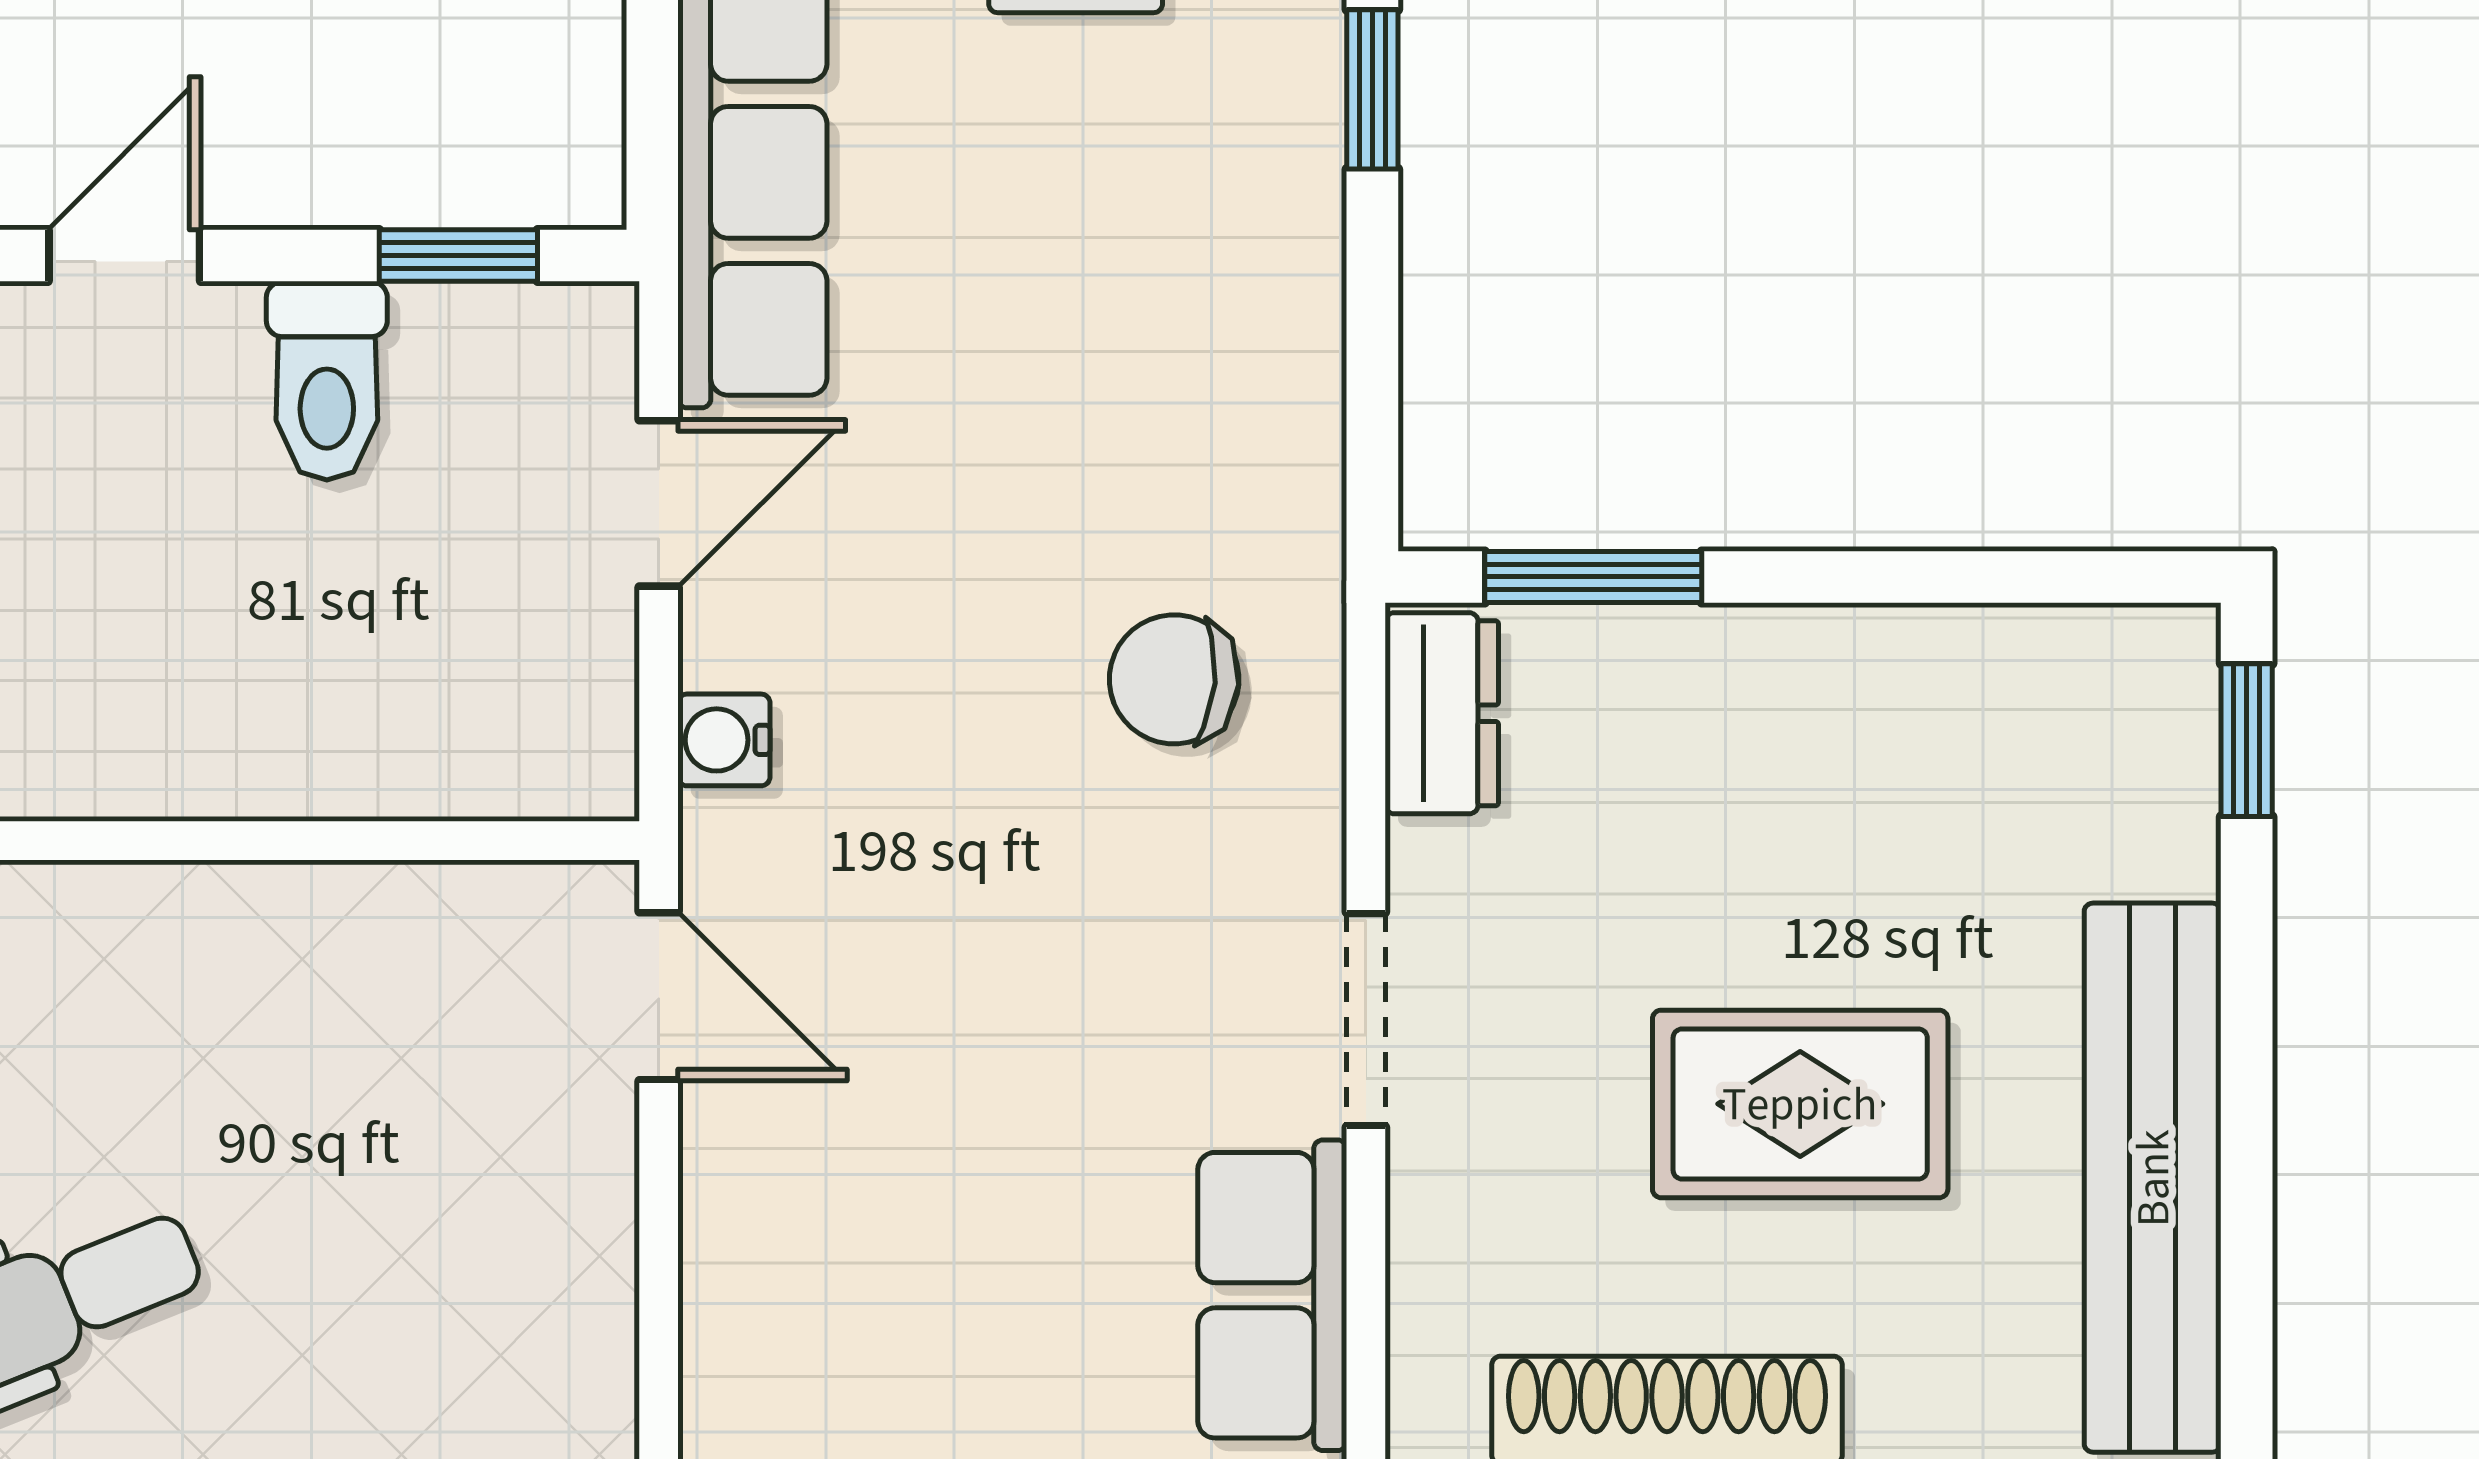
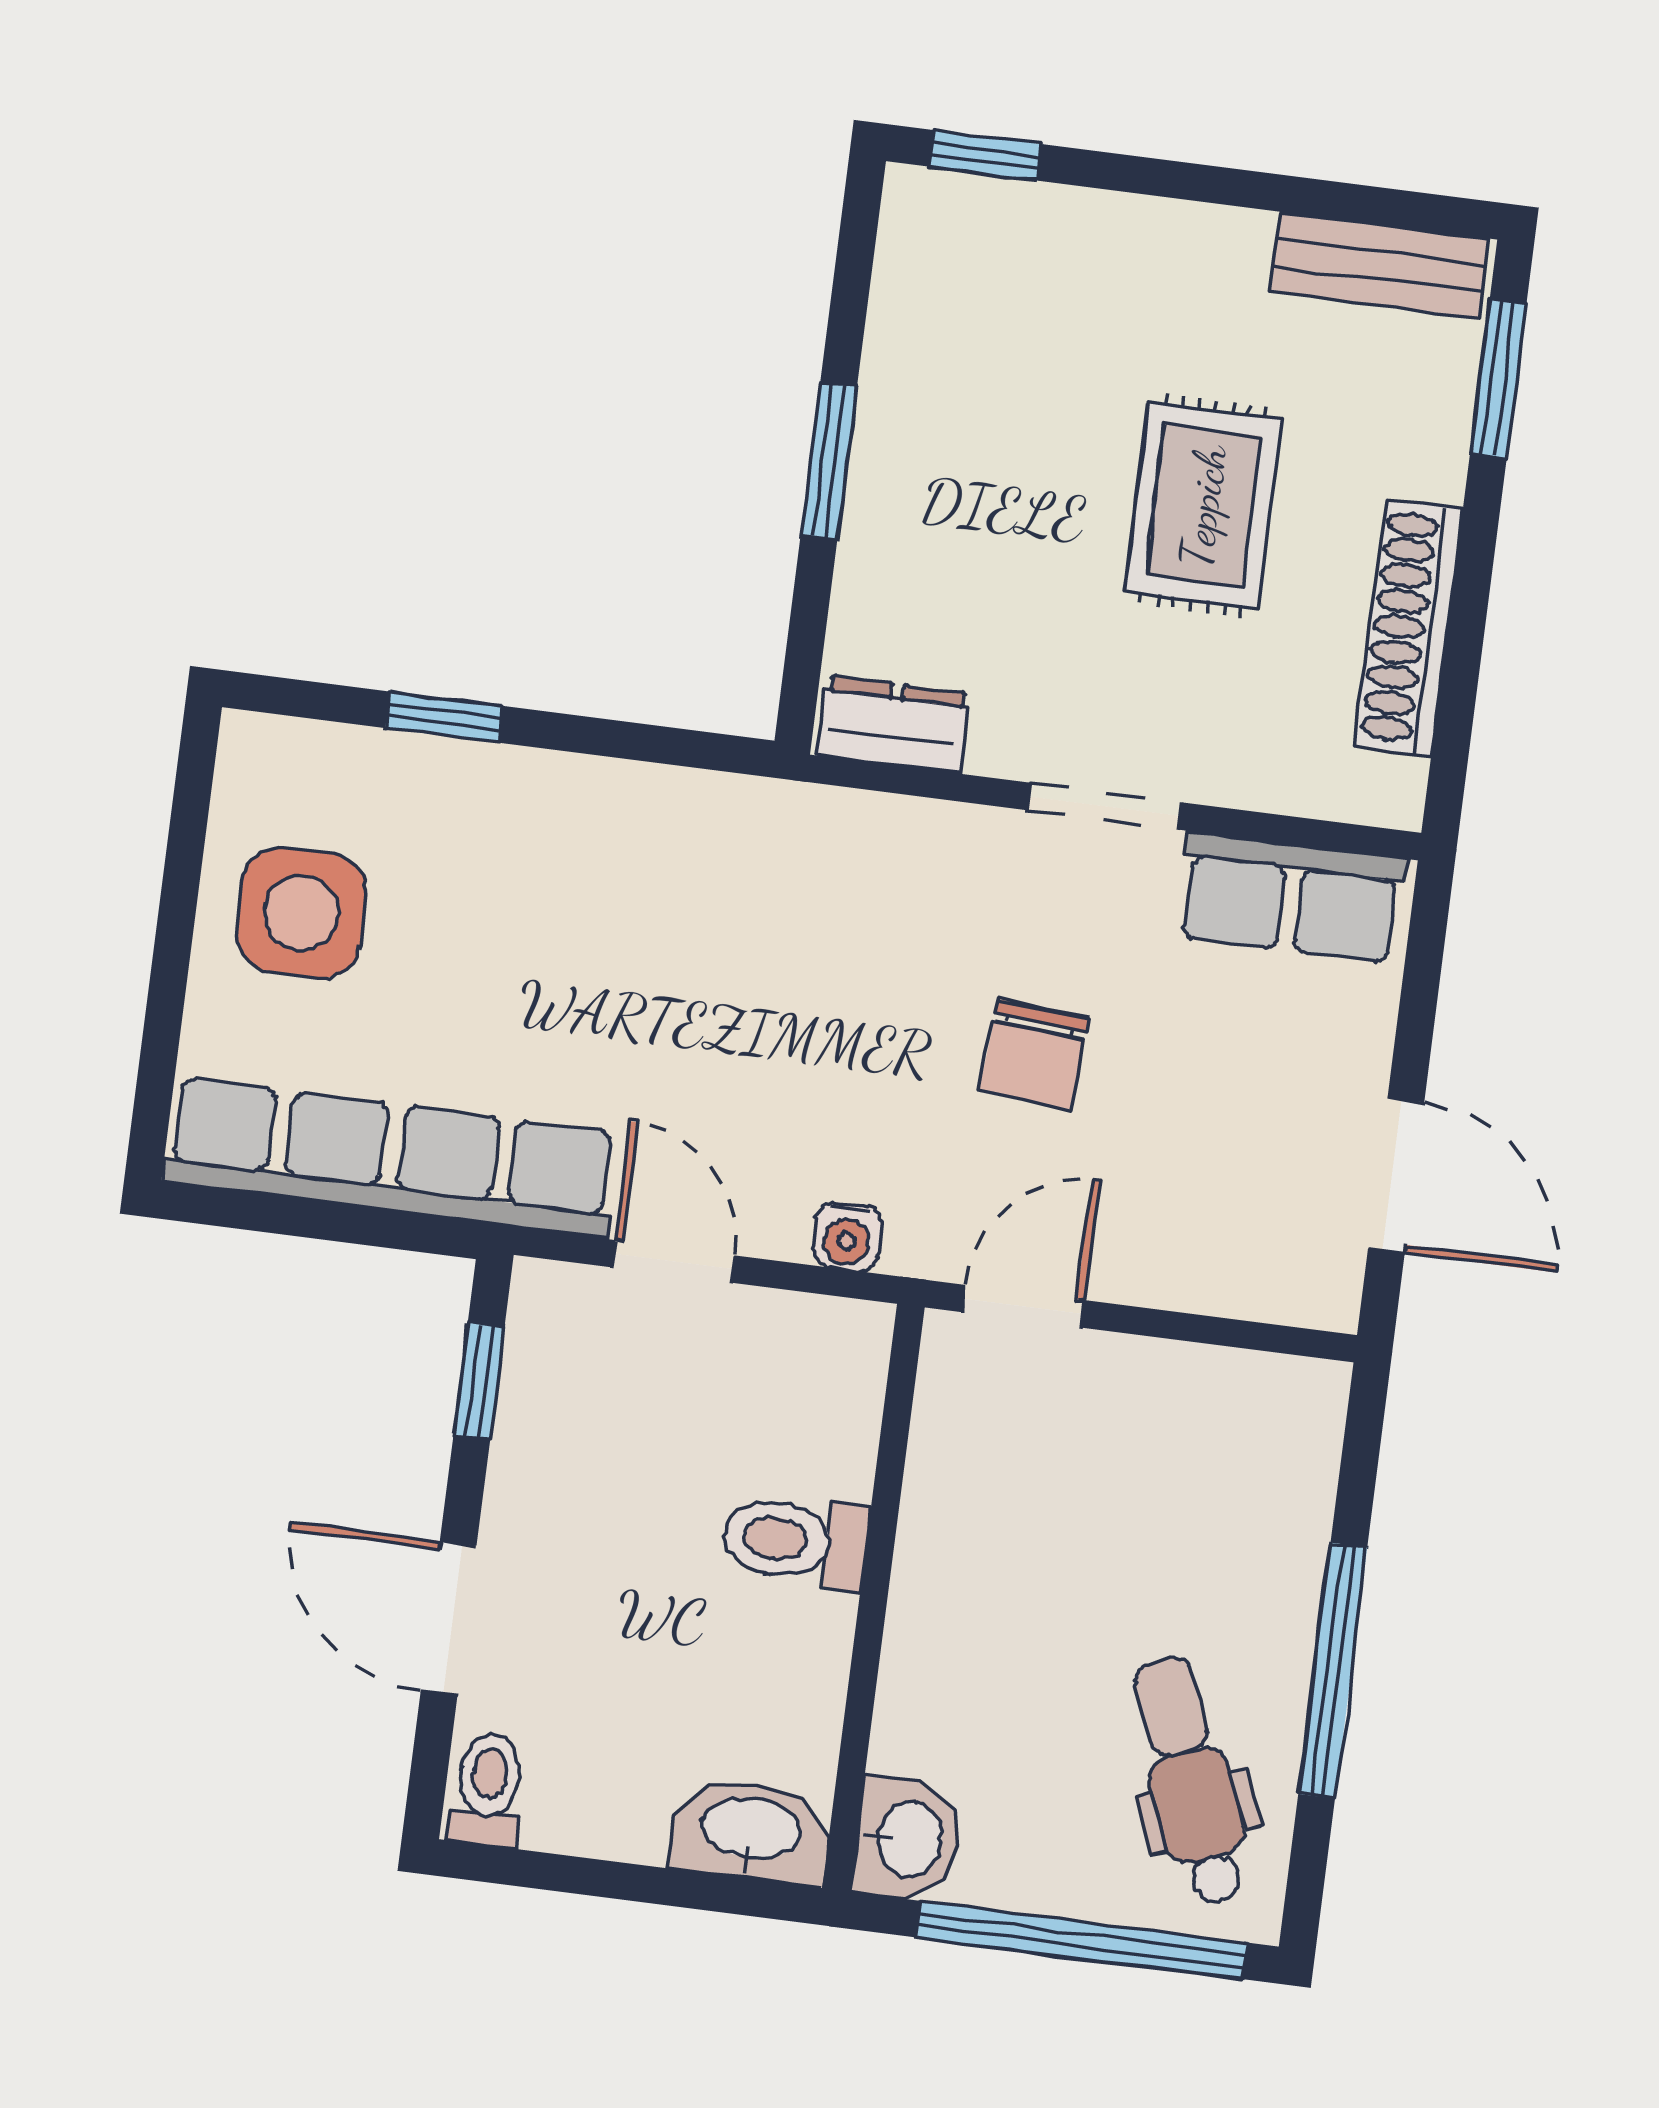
door: (124, 256) -> (449, 1618), width x1.38
toilet: (327, 381) -> (795, 1541), moved, turned 180
window: (1593, 577) -> (829, 461), moved
chair: (1174, 679) -> (1034, 1054), moved
bench: (2153, 1178) -> (1379, 265), width x0.54, depth x0.82

